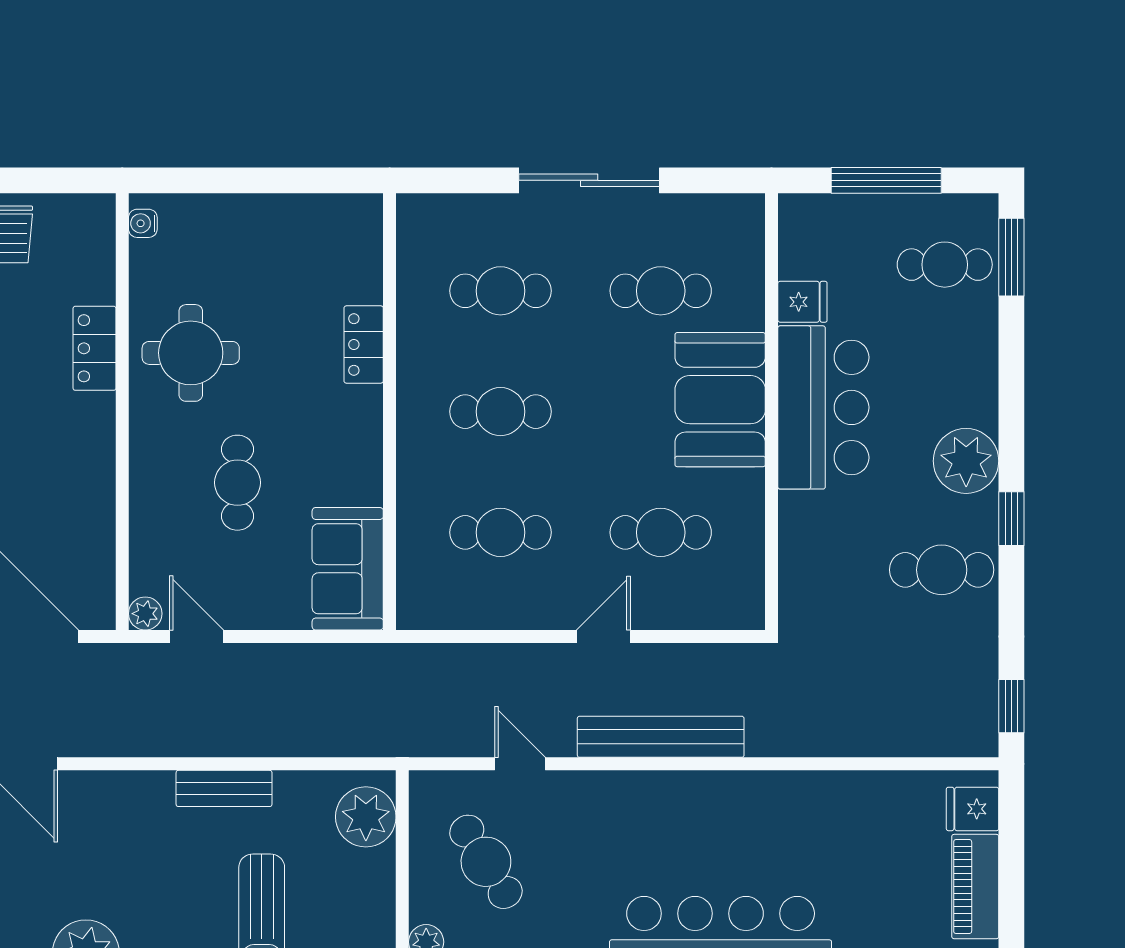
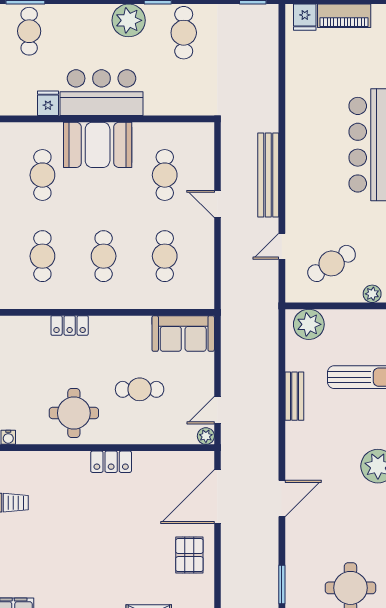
locker: (95, 348) -> (111, 462), moved

